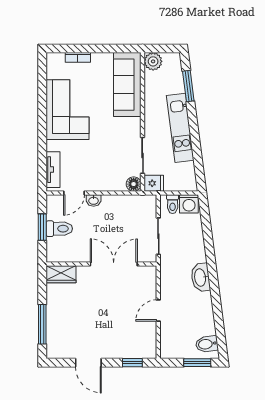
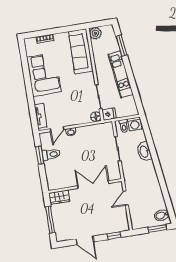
wall: (101, 264) -> (85, 186), moved
double door: (114, 264) -> (93, 185), moved
wardrobe: (61, 274) -> (59, 197), moved
washbasin: (201, 277) -> (144, 152), moved

